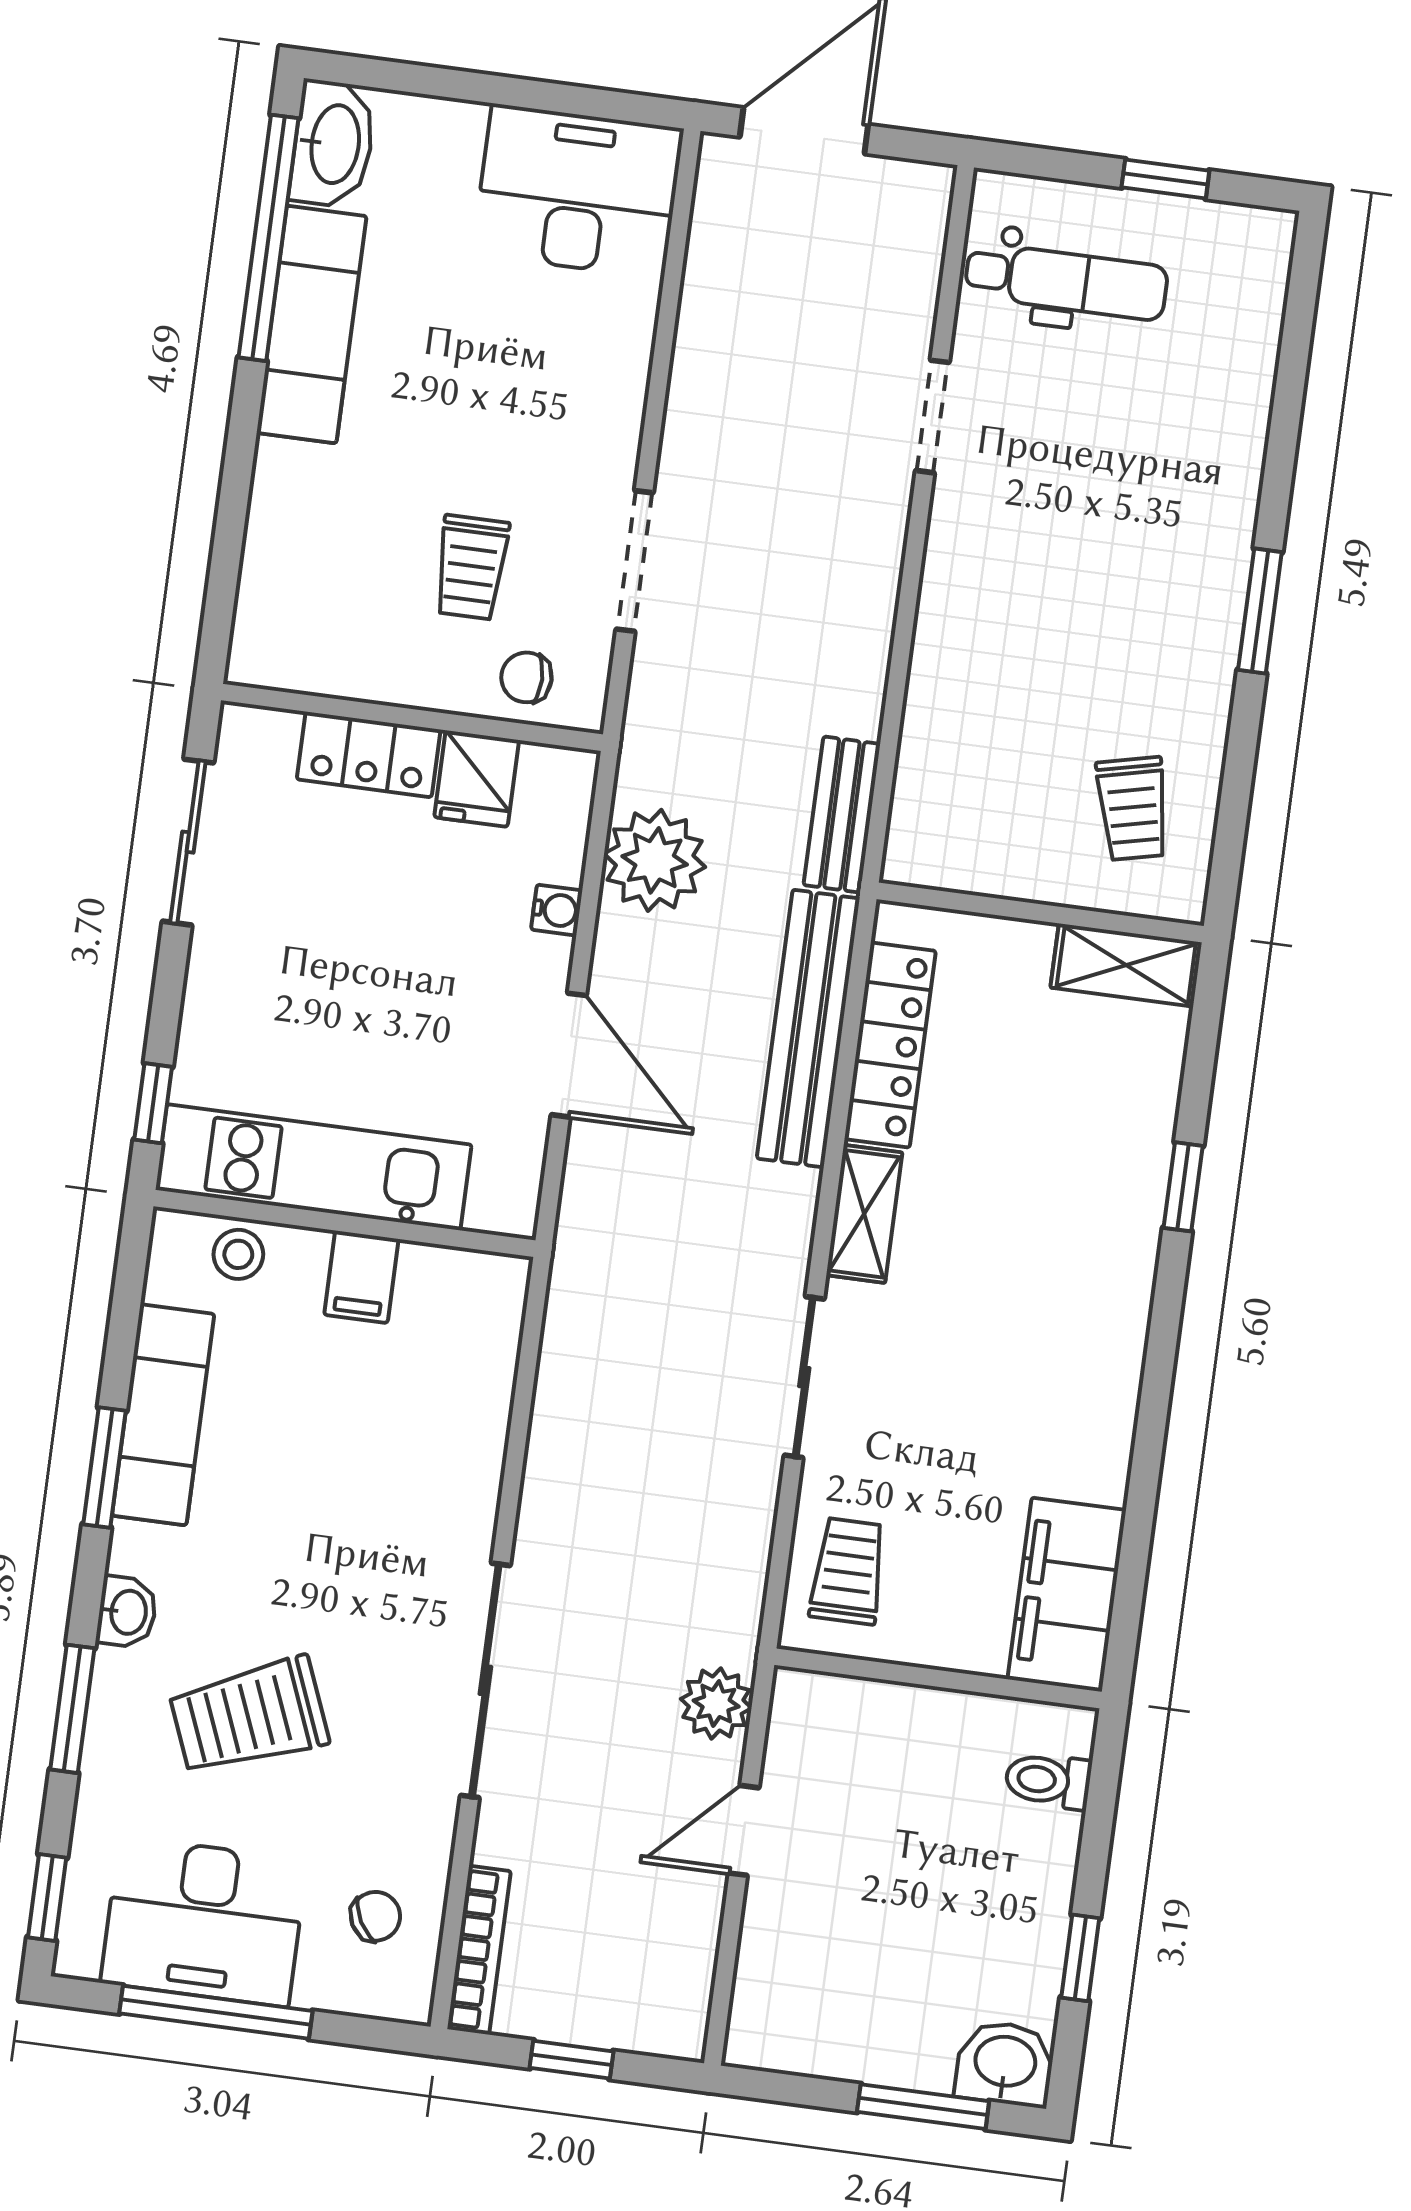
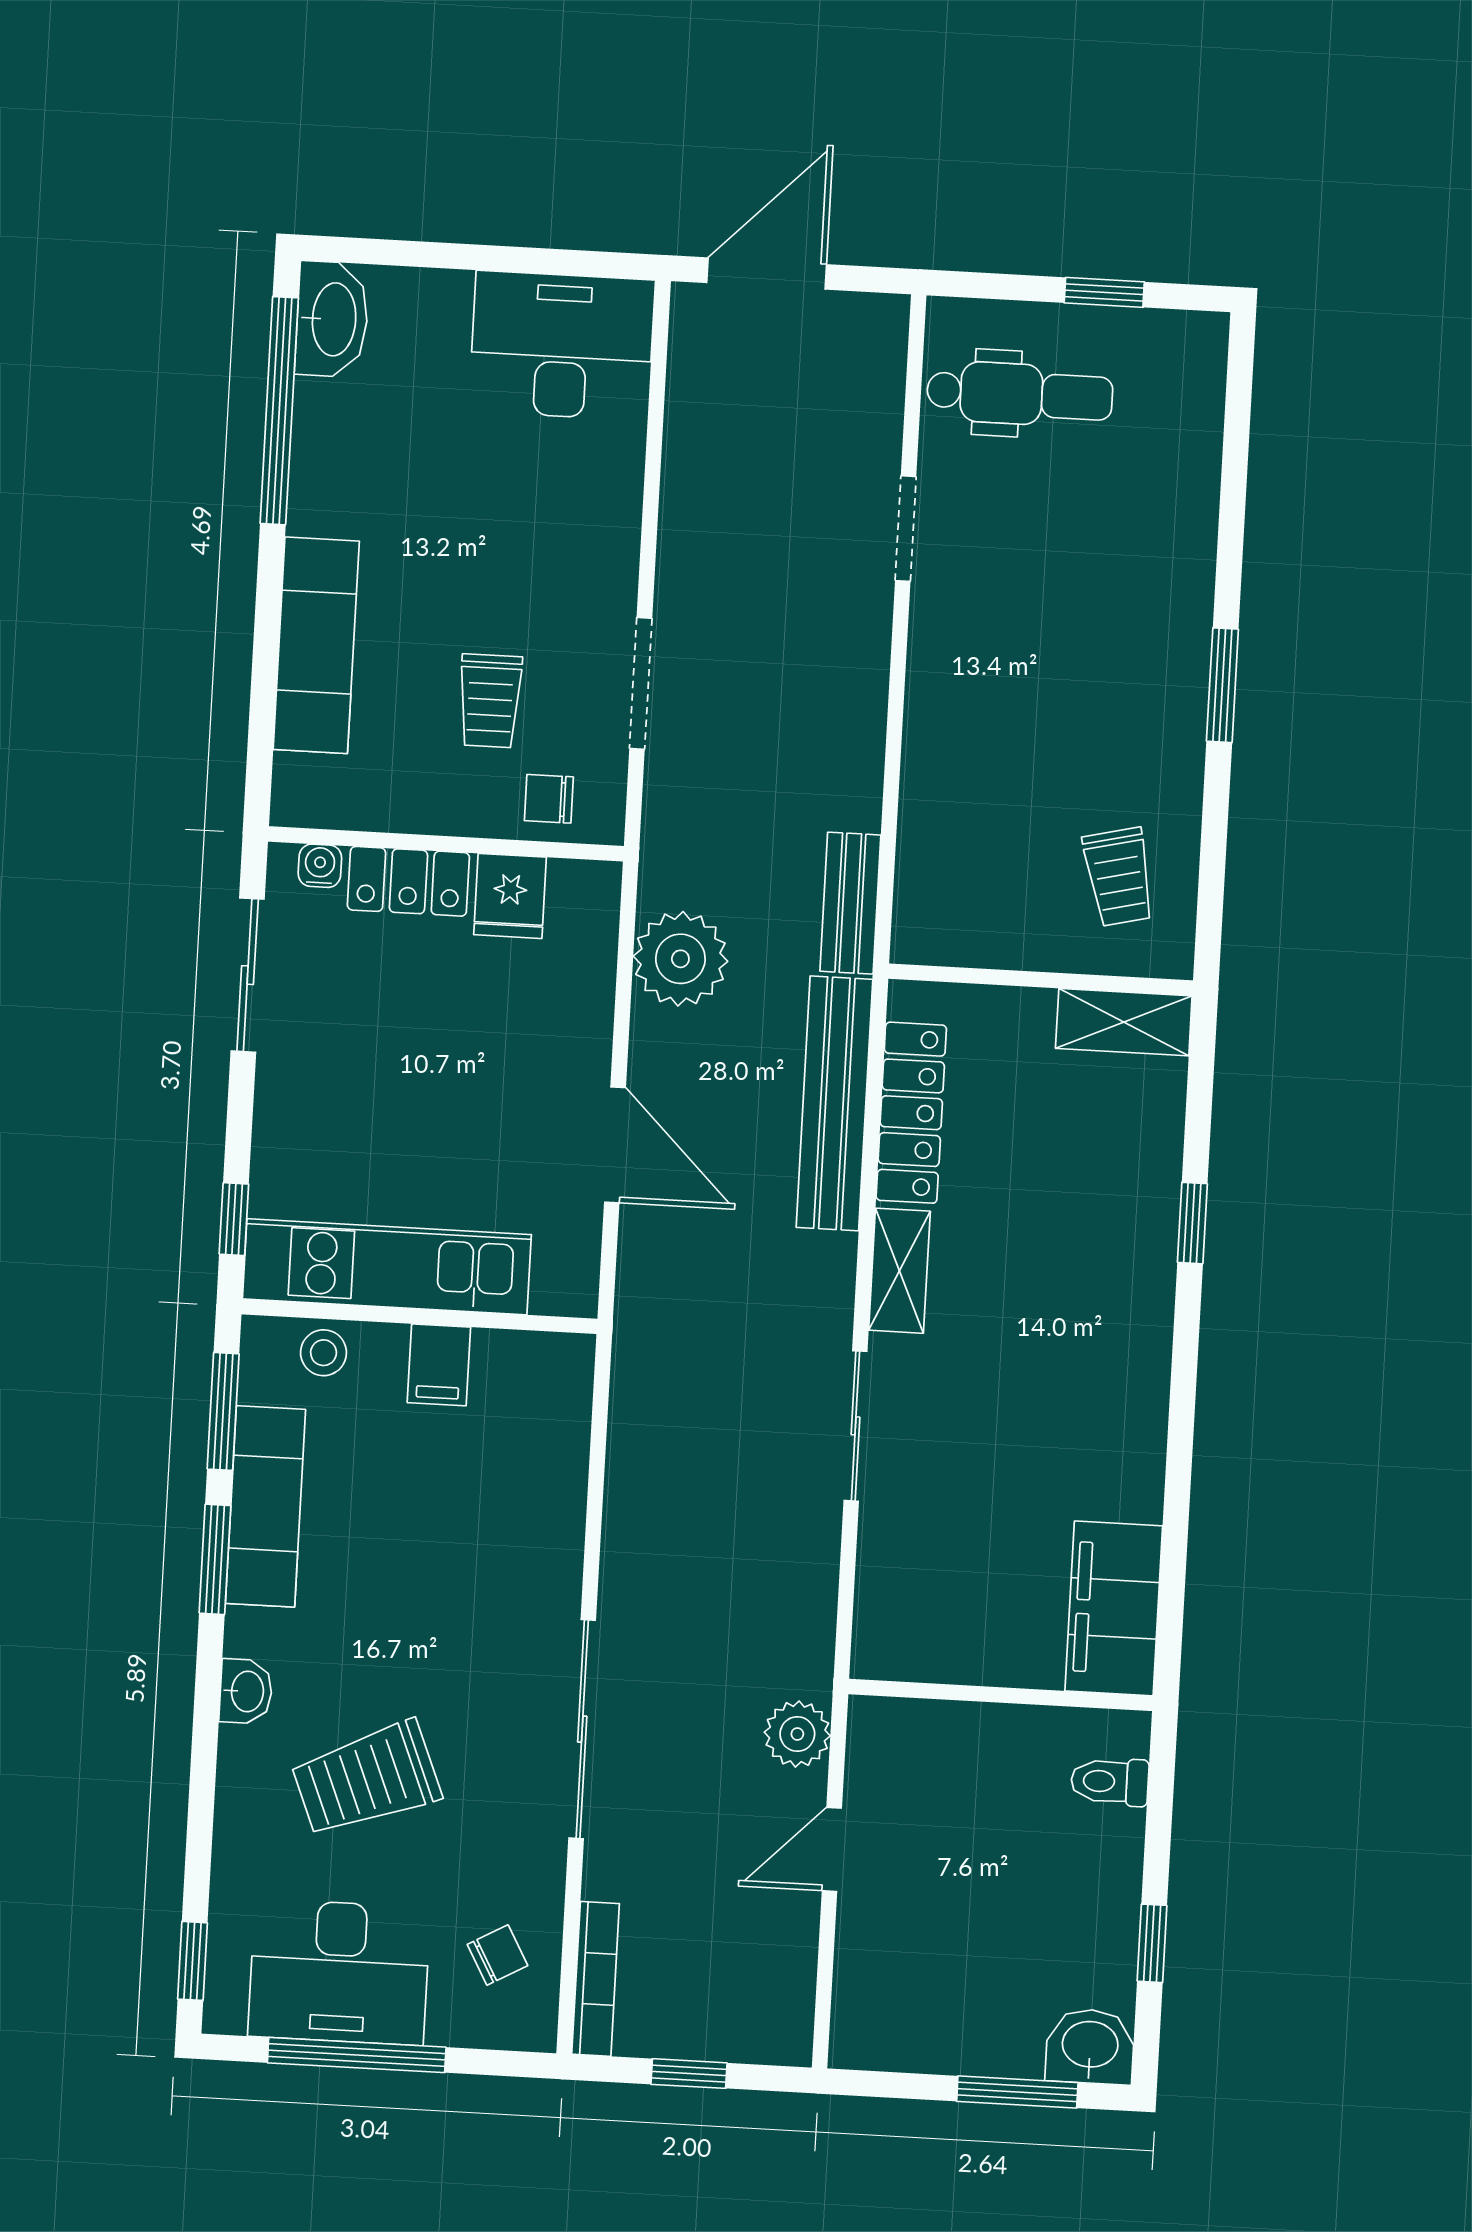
exam couch: (311, 324) -> (316, 645), moved
water cooler: (557, 910) -> (320, 866), moved, turned -90
trolley: (848, 1571) -> (910, 1602), removed
window: (72, 1709) -> (223, 1411), moved

